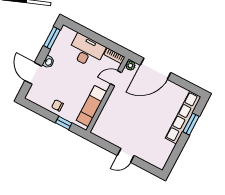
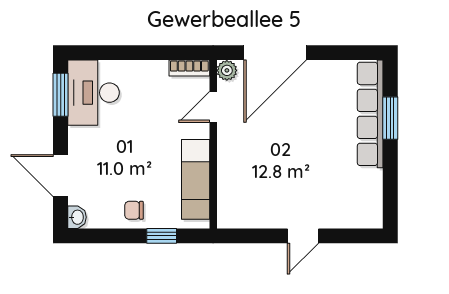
desk: (86, 51) -> (94, 93), moved, turned -90
washbasin: (48, 62) -> (77, 217), moved

